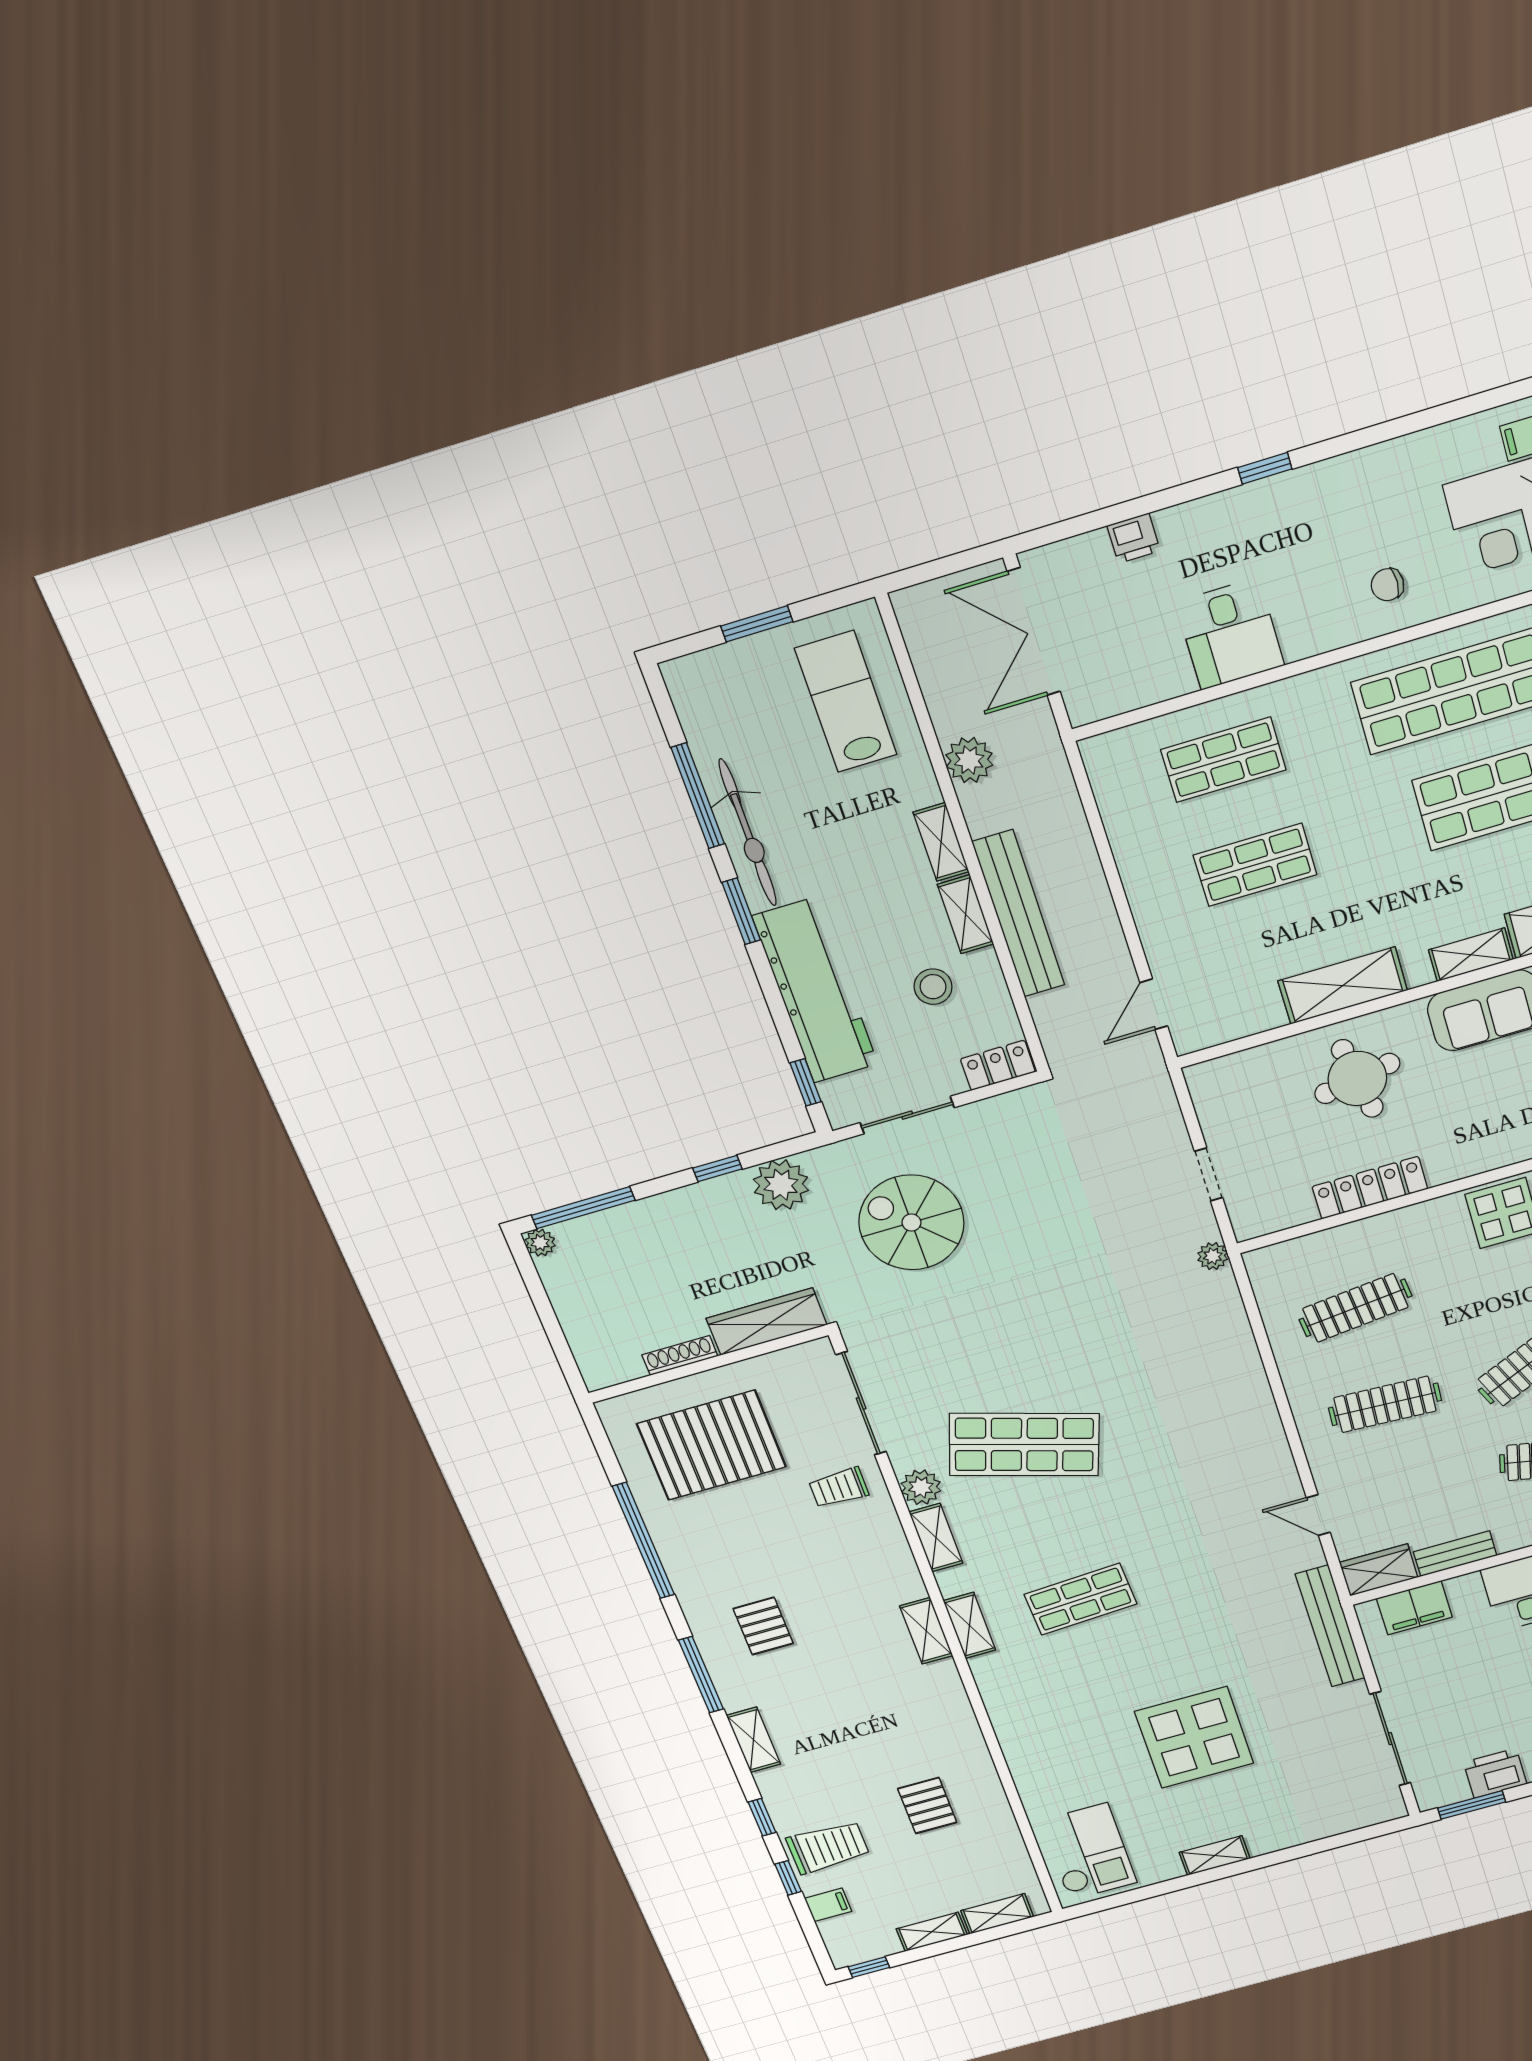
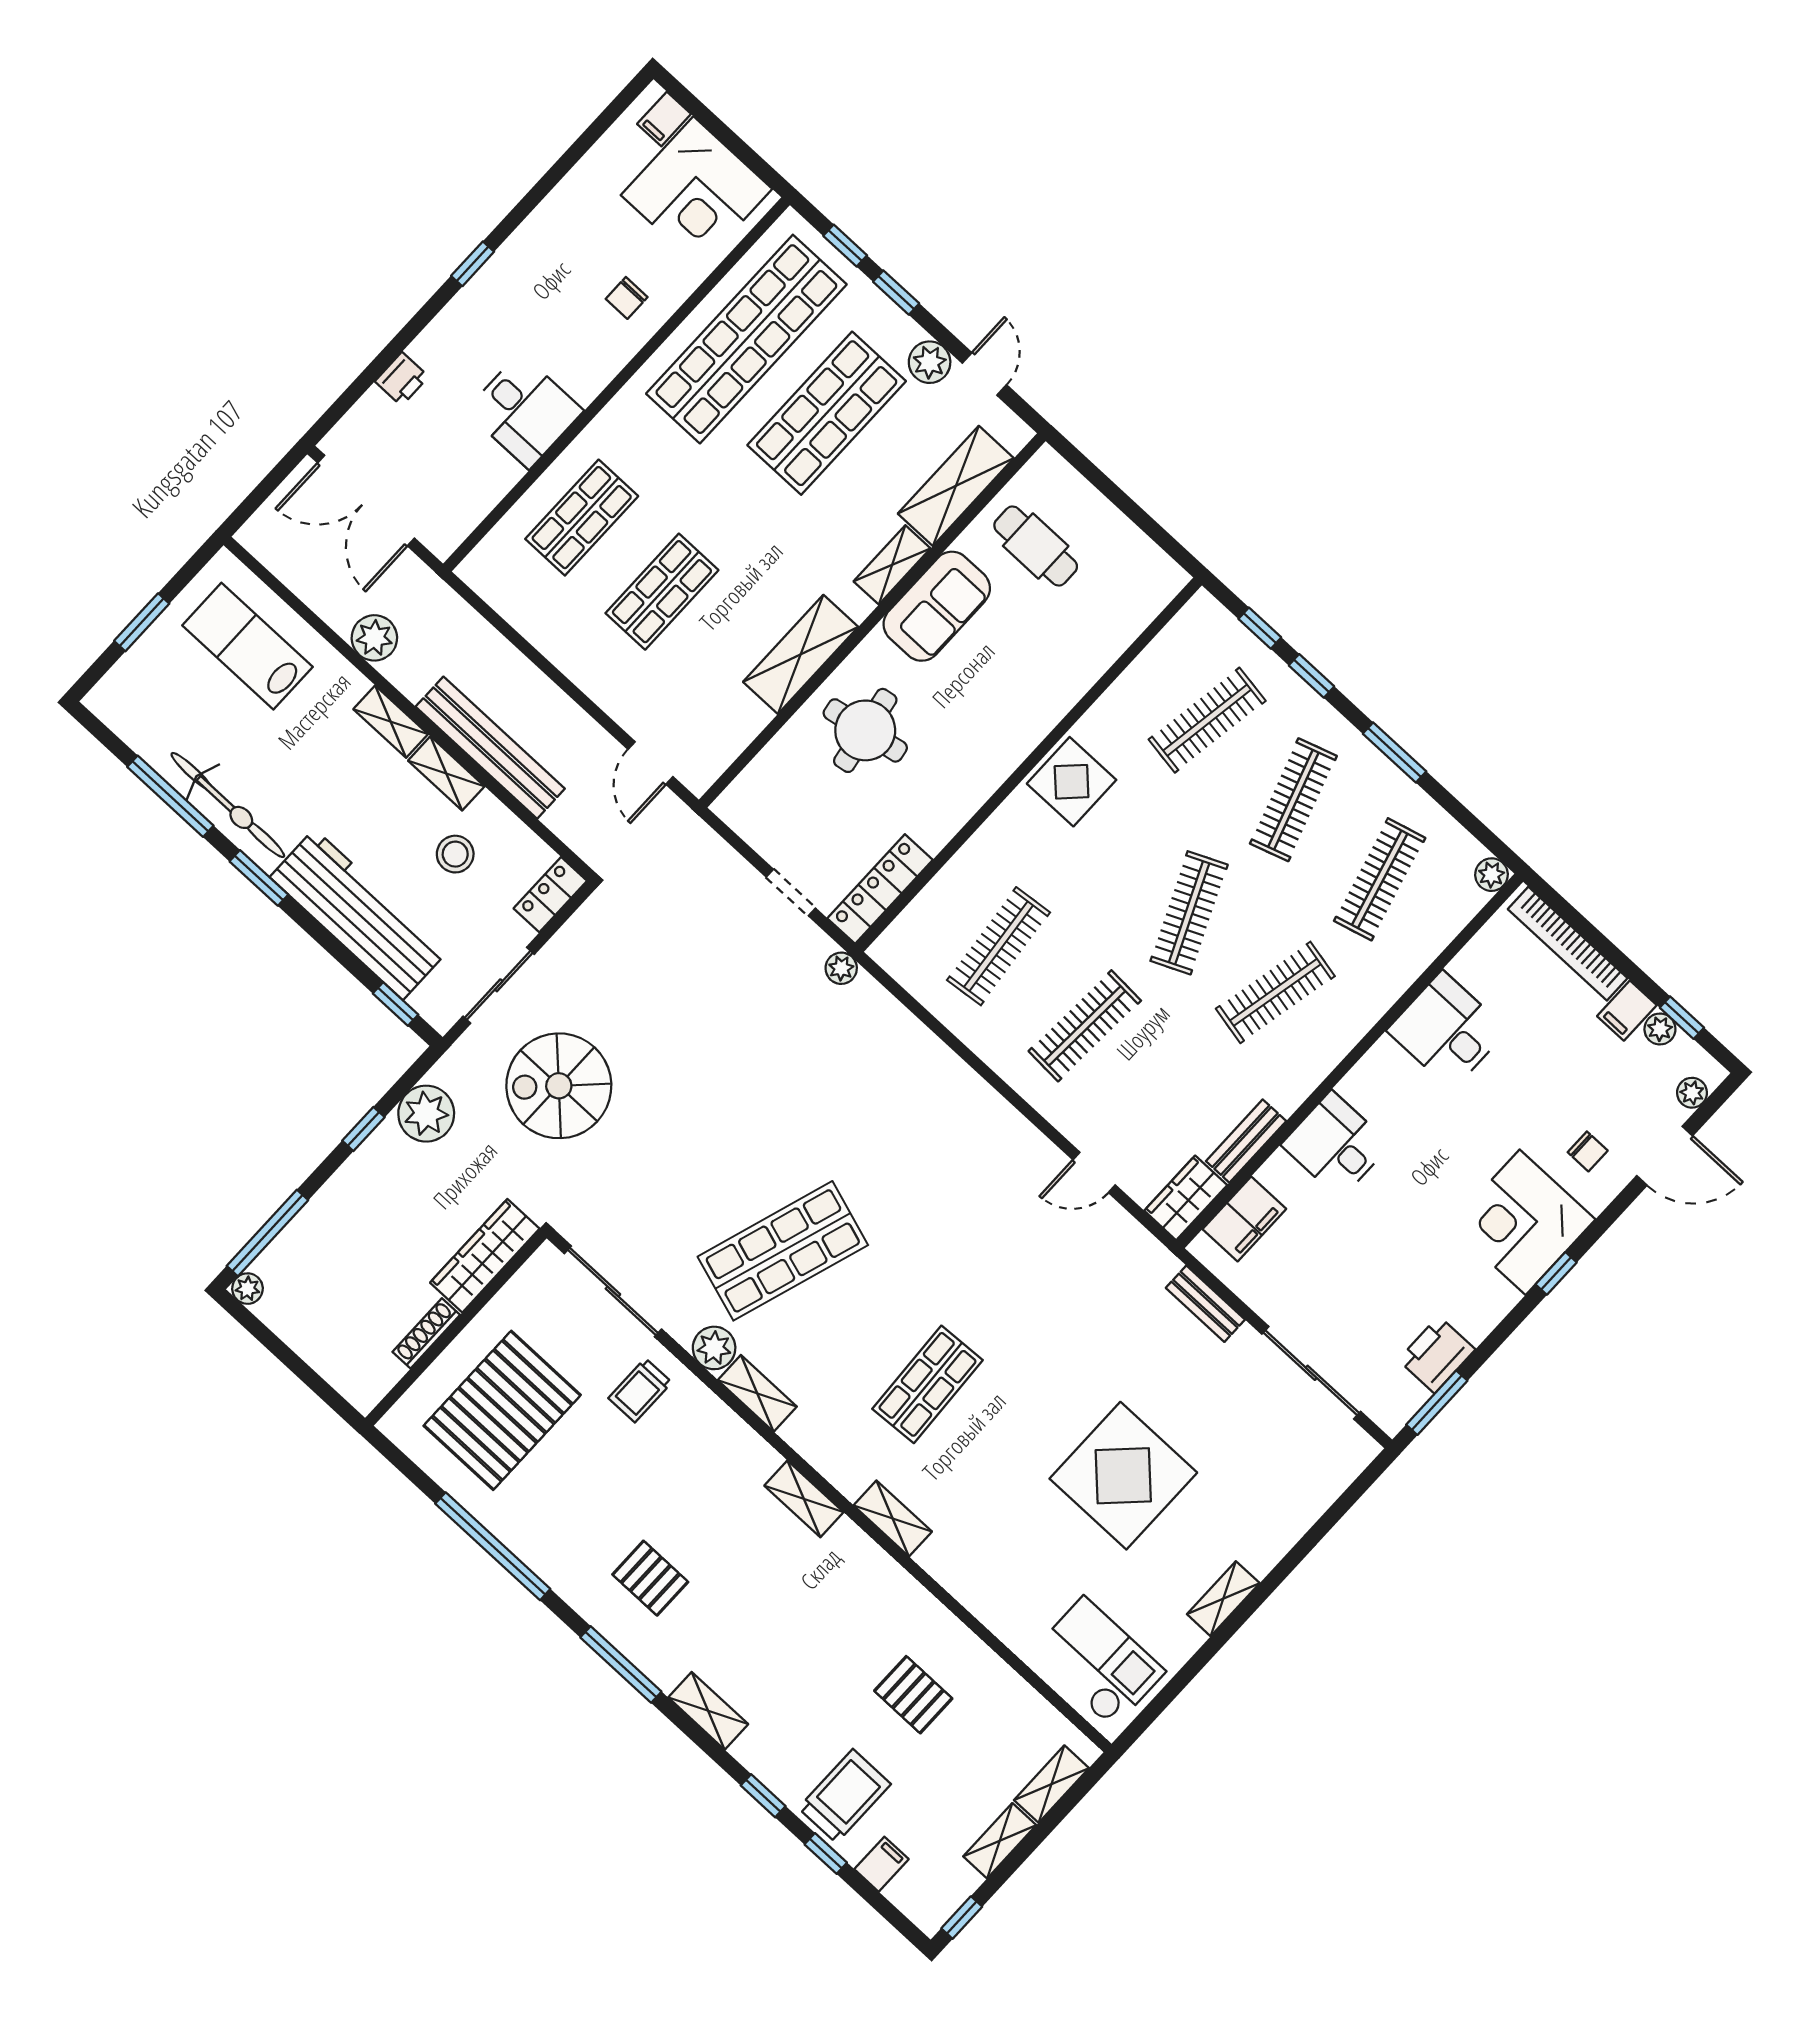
locker: (1370, 1188) -> (880, 889), moved
shelving: (969, 1625) -> (893, 1518), moved
bench: (1330, 1626) -> (1205, 1304), width x0.54, depth x0.82

